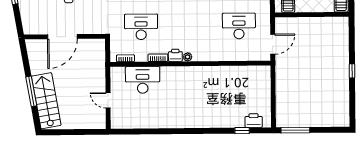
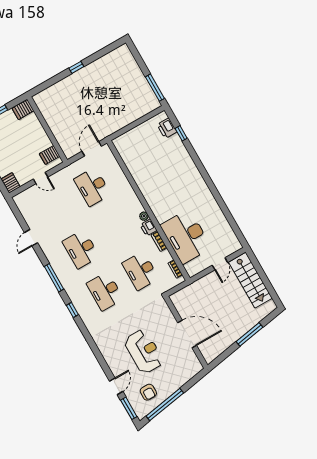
door: (273, 44) -> (92, 149), hinge flipped
desk: (143, 80) -> (186, 237), width x1.36, depth x1.30
stairs: (46, 101) -> (250, 280), moved, turned -80

